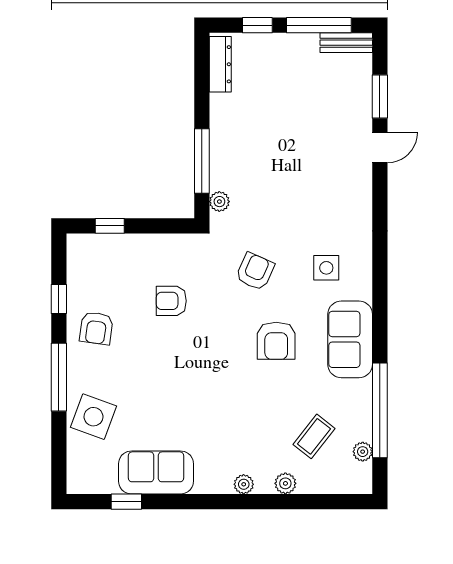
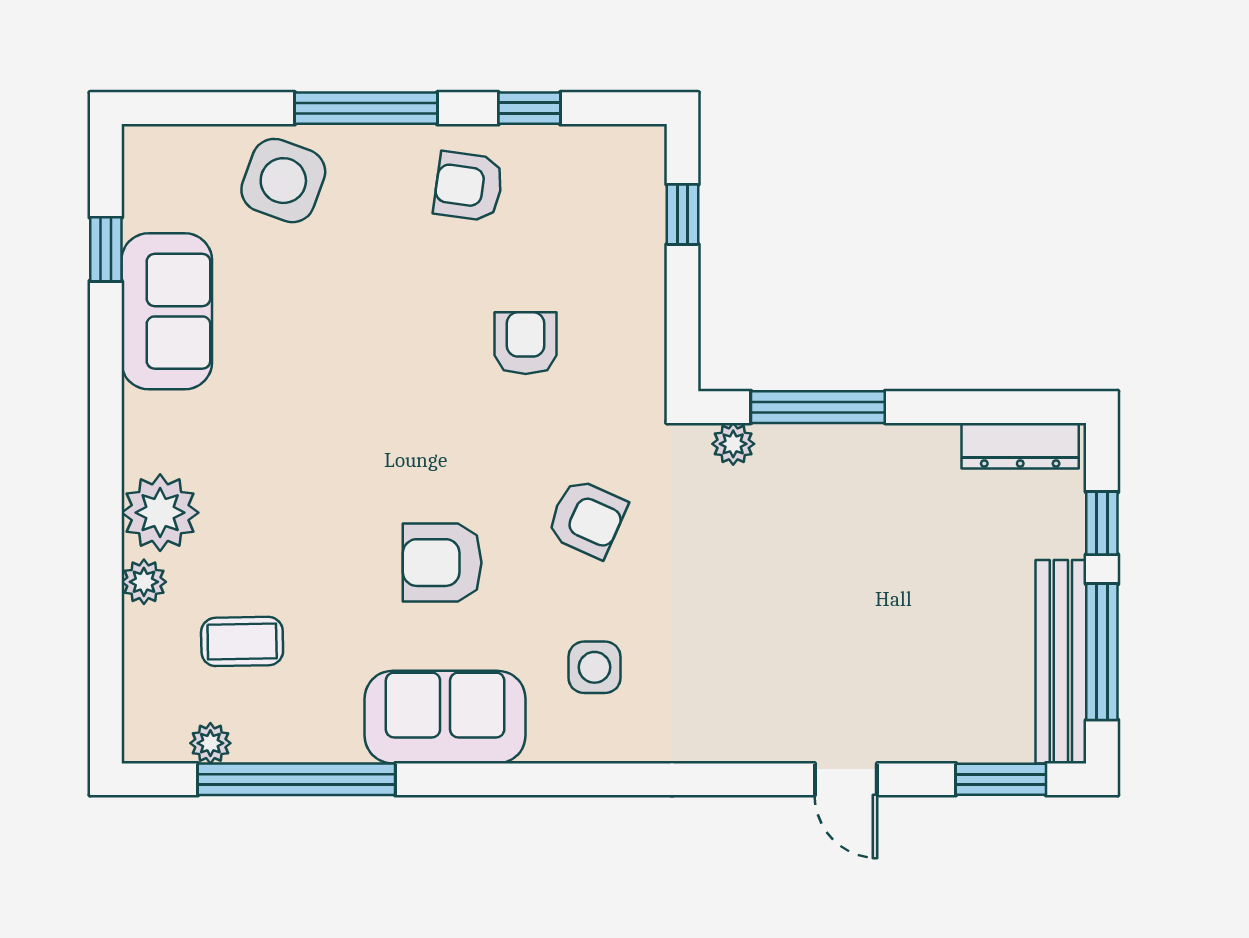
bench: (346, 43) -> (1061, 662), width x1.86, depth x1.21
window: (380, 97) -> (1001, 779), moved
coffee table: (314, 436) -> (242, 641), turned -39
plant: (244, 484) -> (160, 513), width x1.88, depth x1.88

